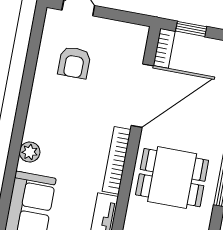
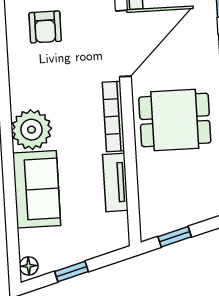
plant: (30, 152) -> (31, 130), width x1.88, depth x1.88

